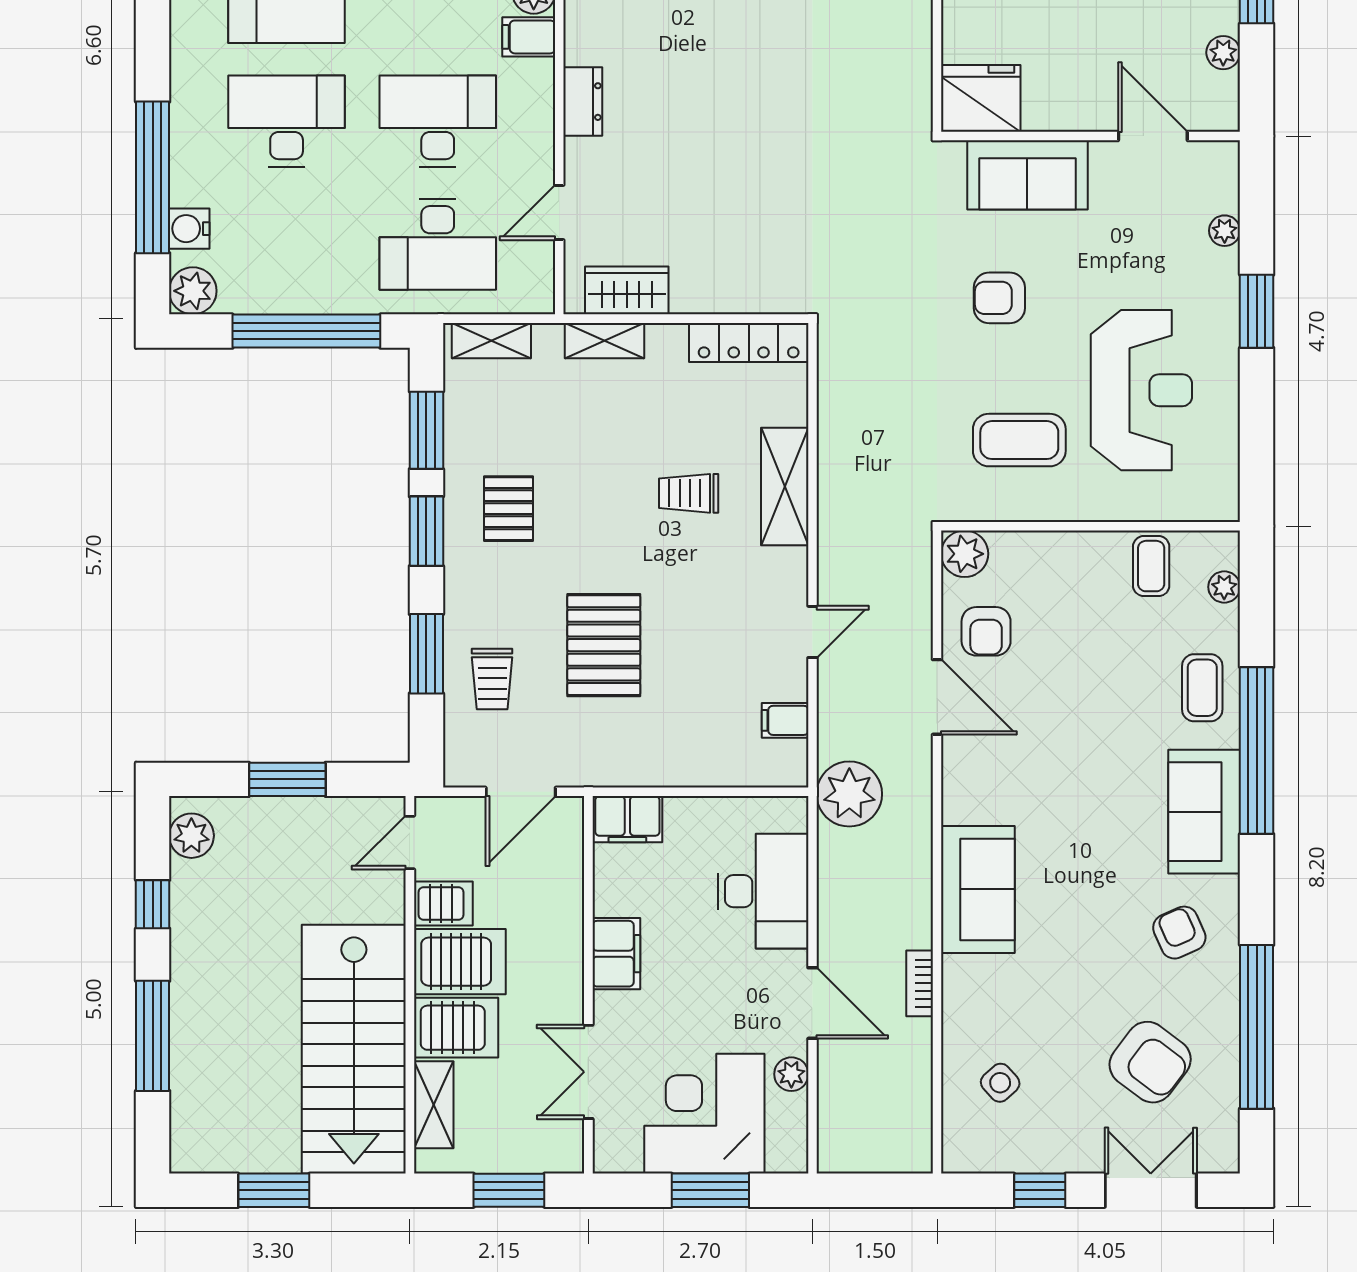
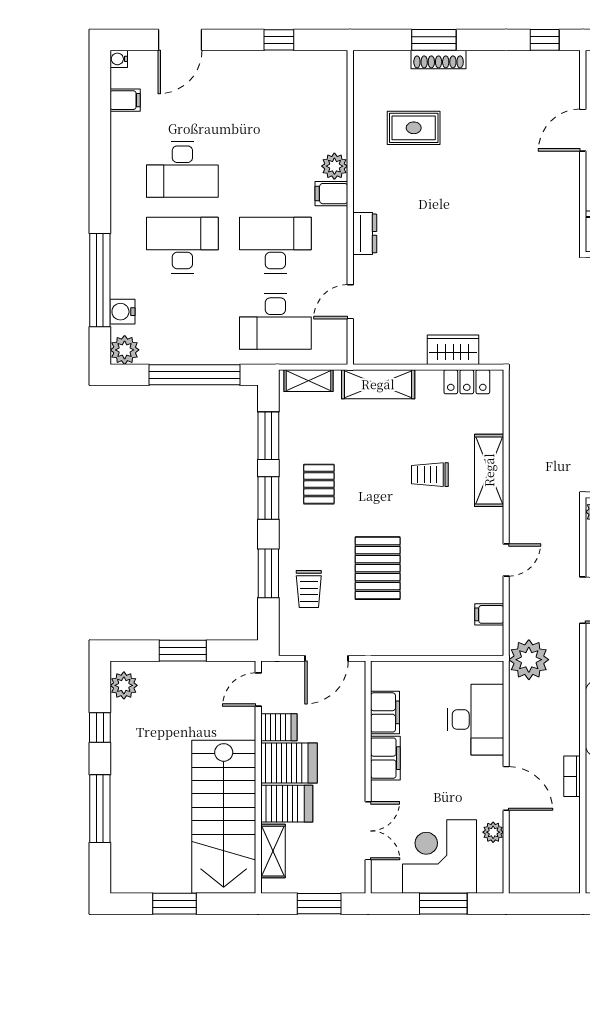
wardrobe: (627, 290) -> (453, 350), moved
shelving: (604, 341) -> (378, 384), width x1.50, depth x1.33
locker: (749, 343) -> (467, 382), width x0.66
filing cabinet: (627, 819) -> (385, 712), moved, turned -90
double door: (588, 1072) -> (368, 831), swing flipped

